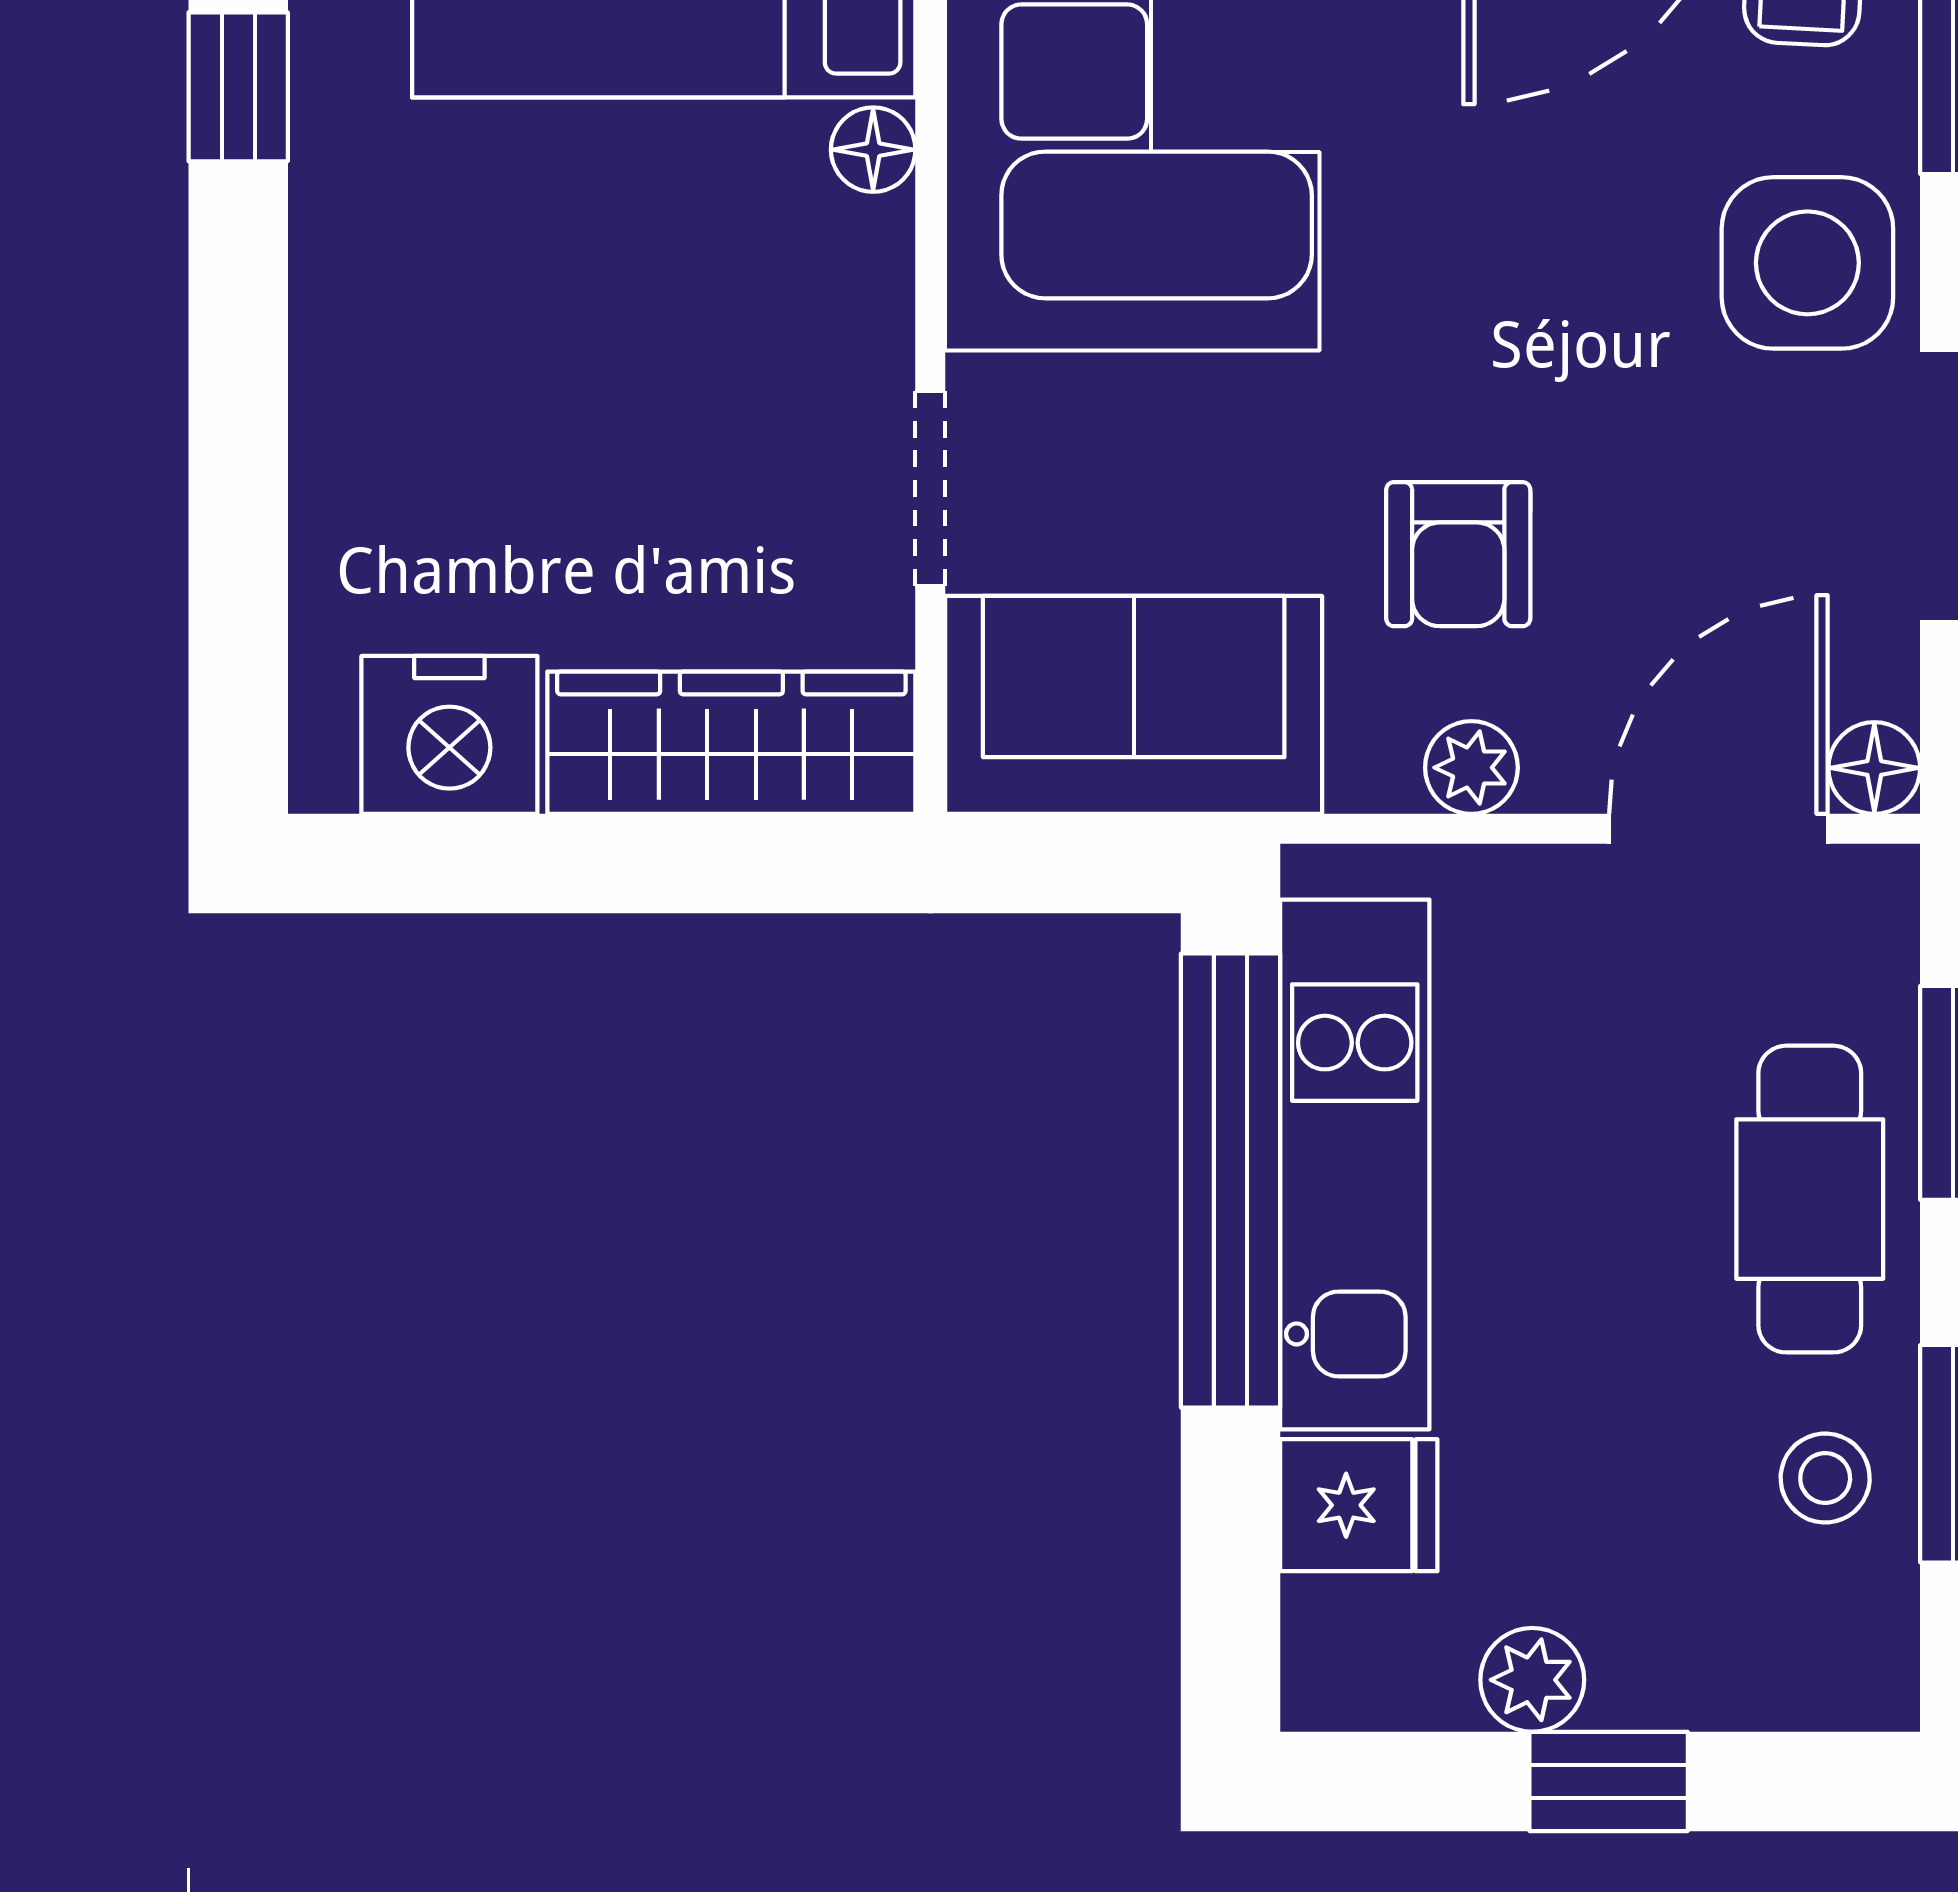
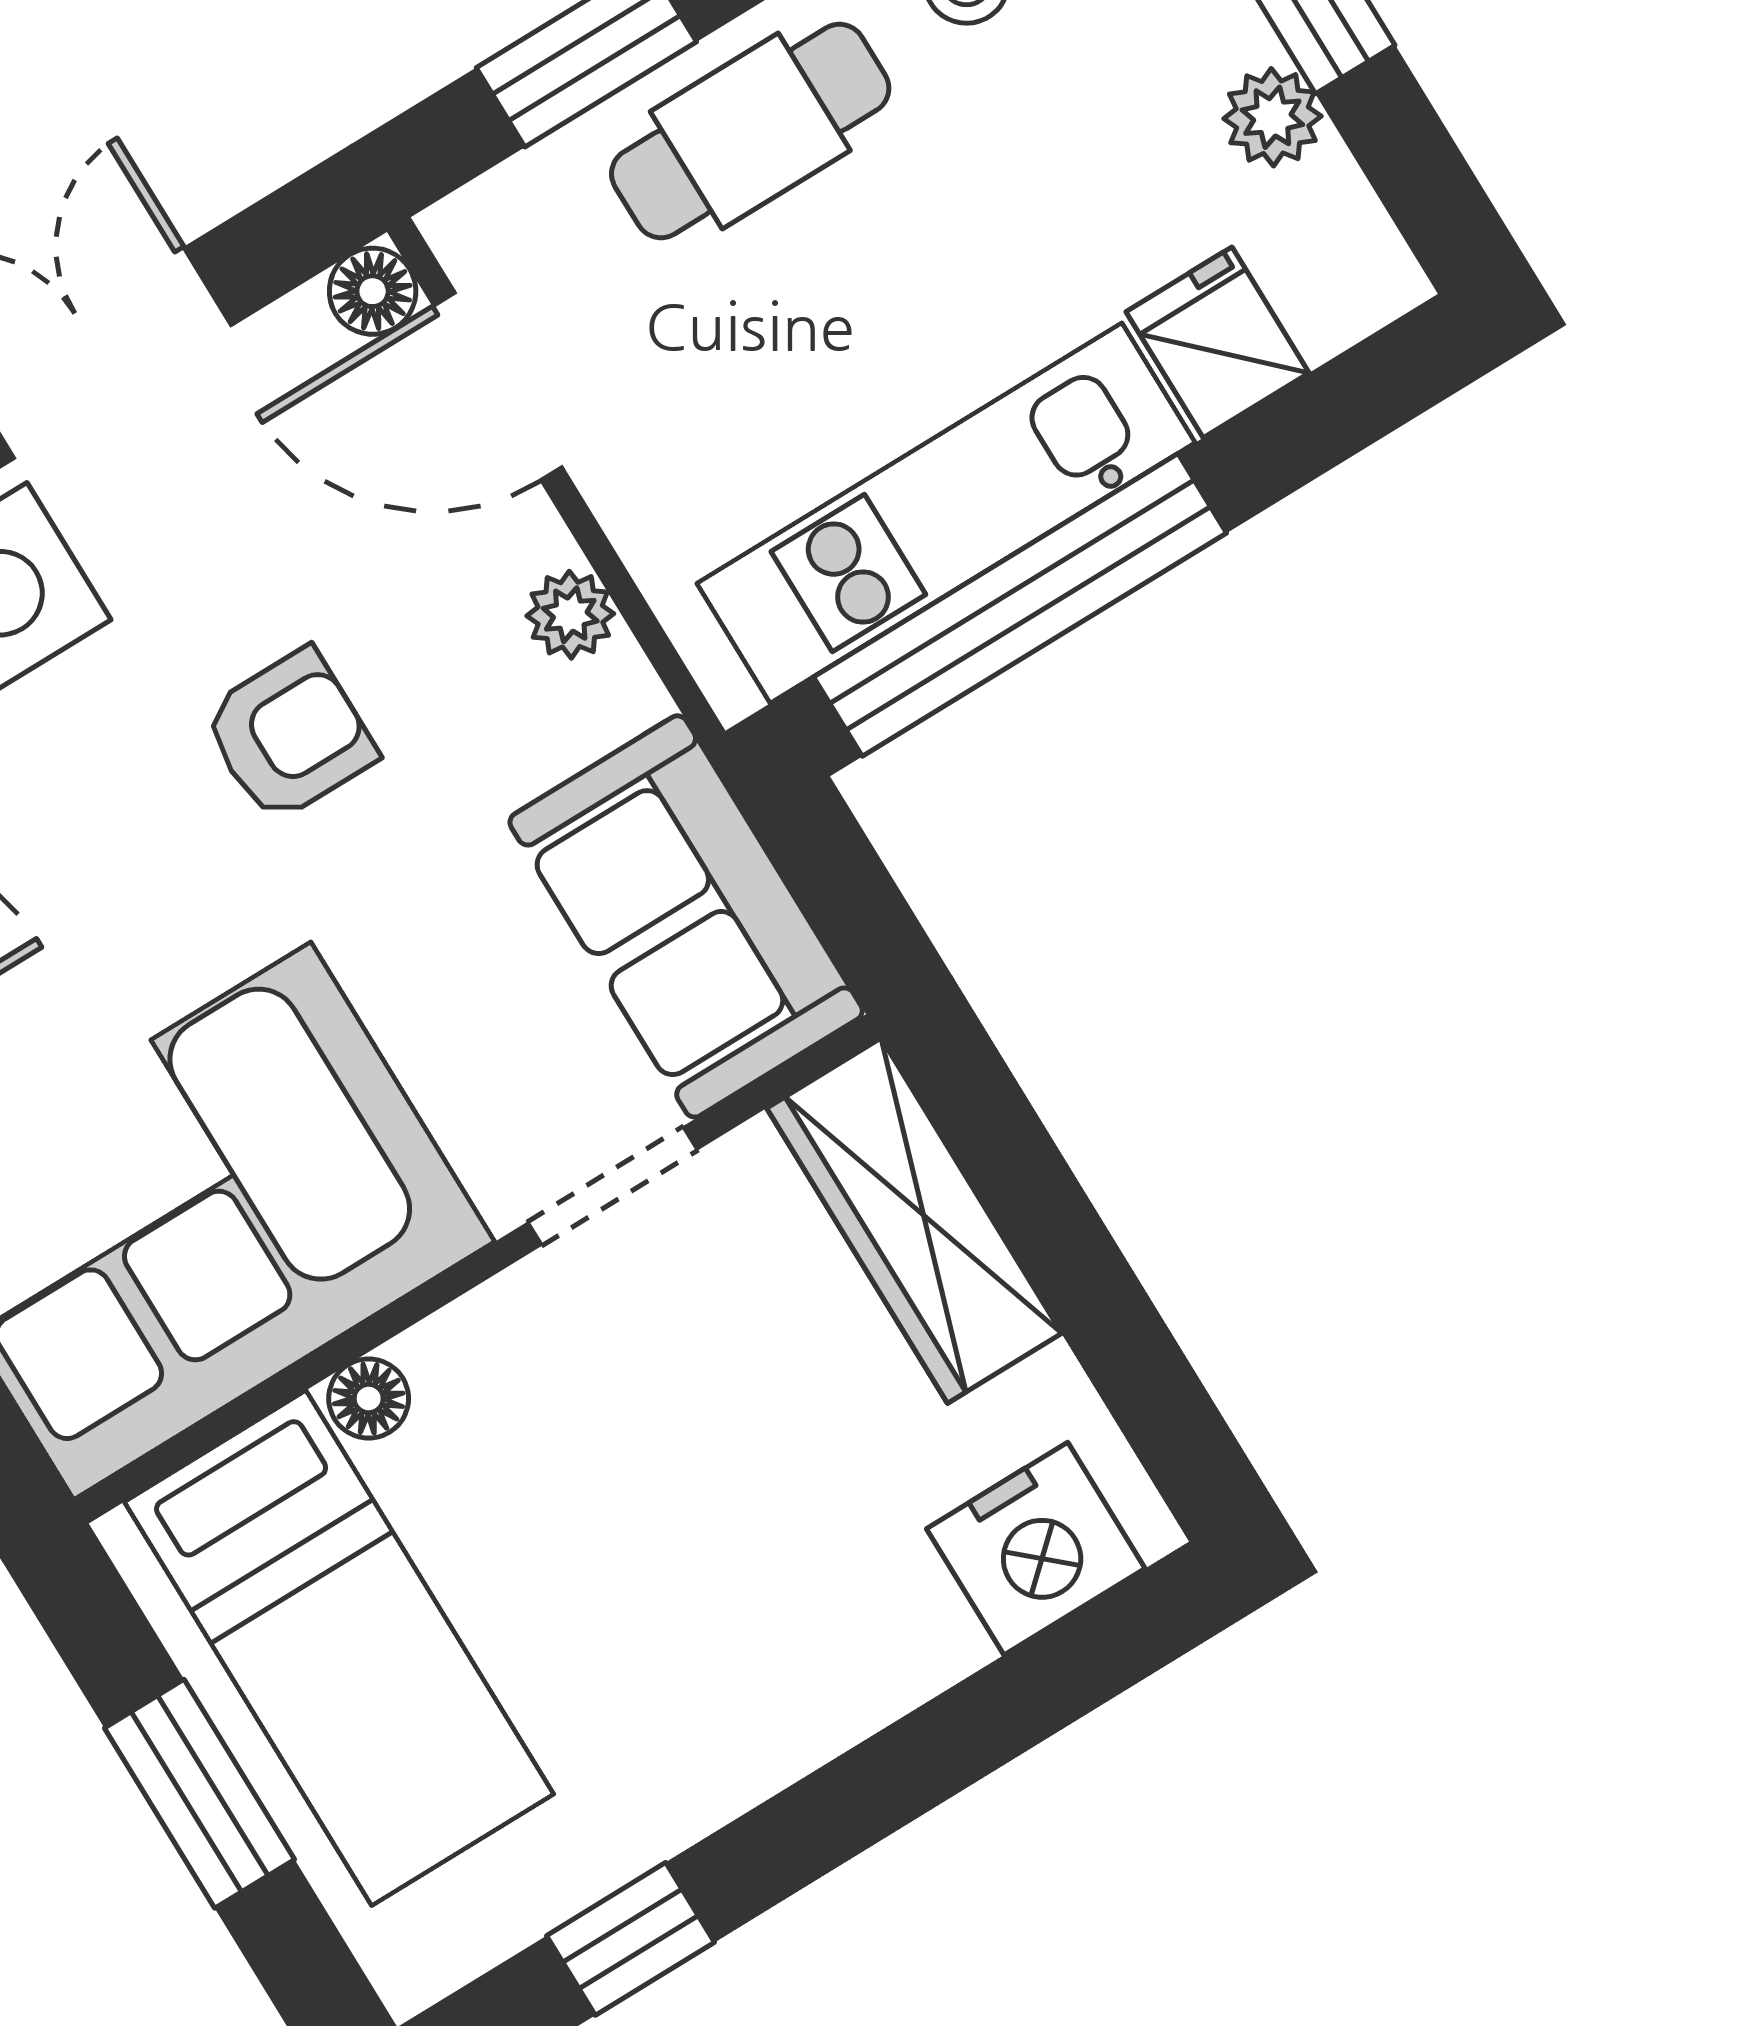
armchair: (1458, 554) -> (289, 735), moved
nightstand: (449, 735) -> (1036, 1549), moved, turned 90

